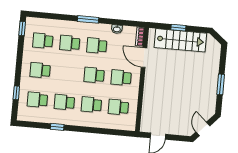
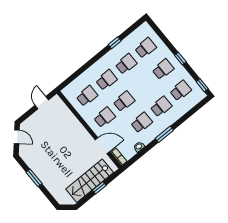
window: (16, 93) -> (180, 59), moved

